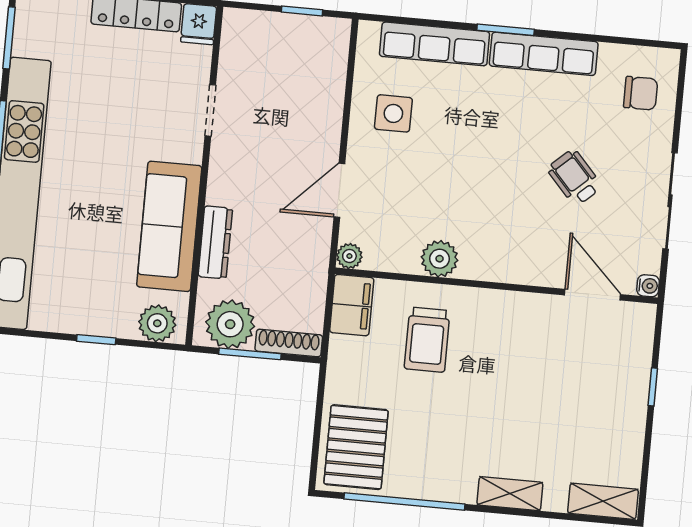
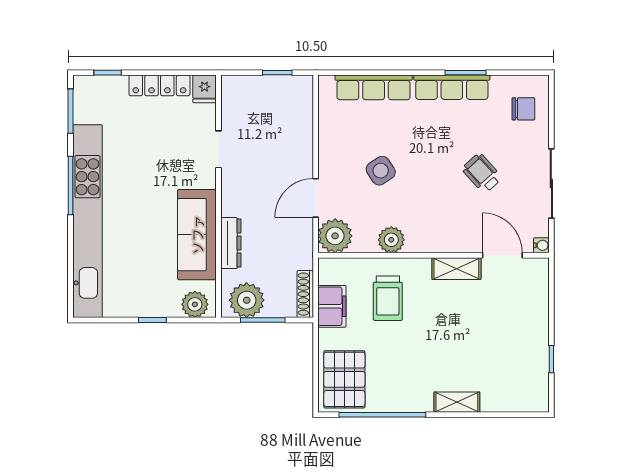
window: (506, 30) -> (465, 73), moved
side table: (393, 113) -> (381, 171), moved, turned -33
plant: (349, 256) -> (335, 236), width x1.87, depth x1.87
filing cabinet: (352, 305) -> (332, 306), moved
shoe rack: (289, 343) -> (305, 294), moved, turned -90
window: (653, 387) -> (551, 359), moved
shelving: (603, 501) -> (456, 269), moved

